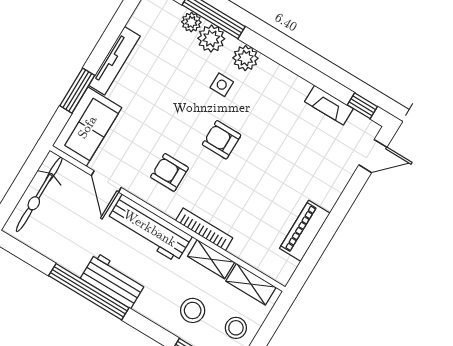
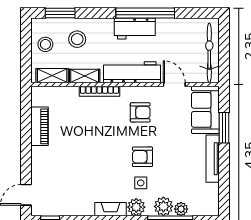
fireplace: (329, 105) -> (110, 209), moved
armchair: (222, 140) -> (142, 157), moved, turned 180

